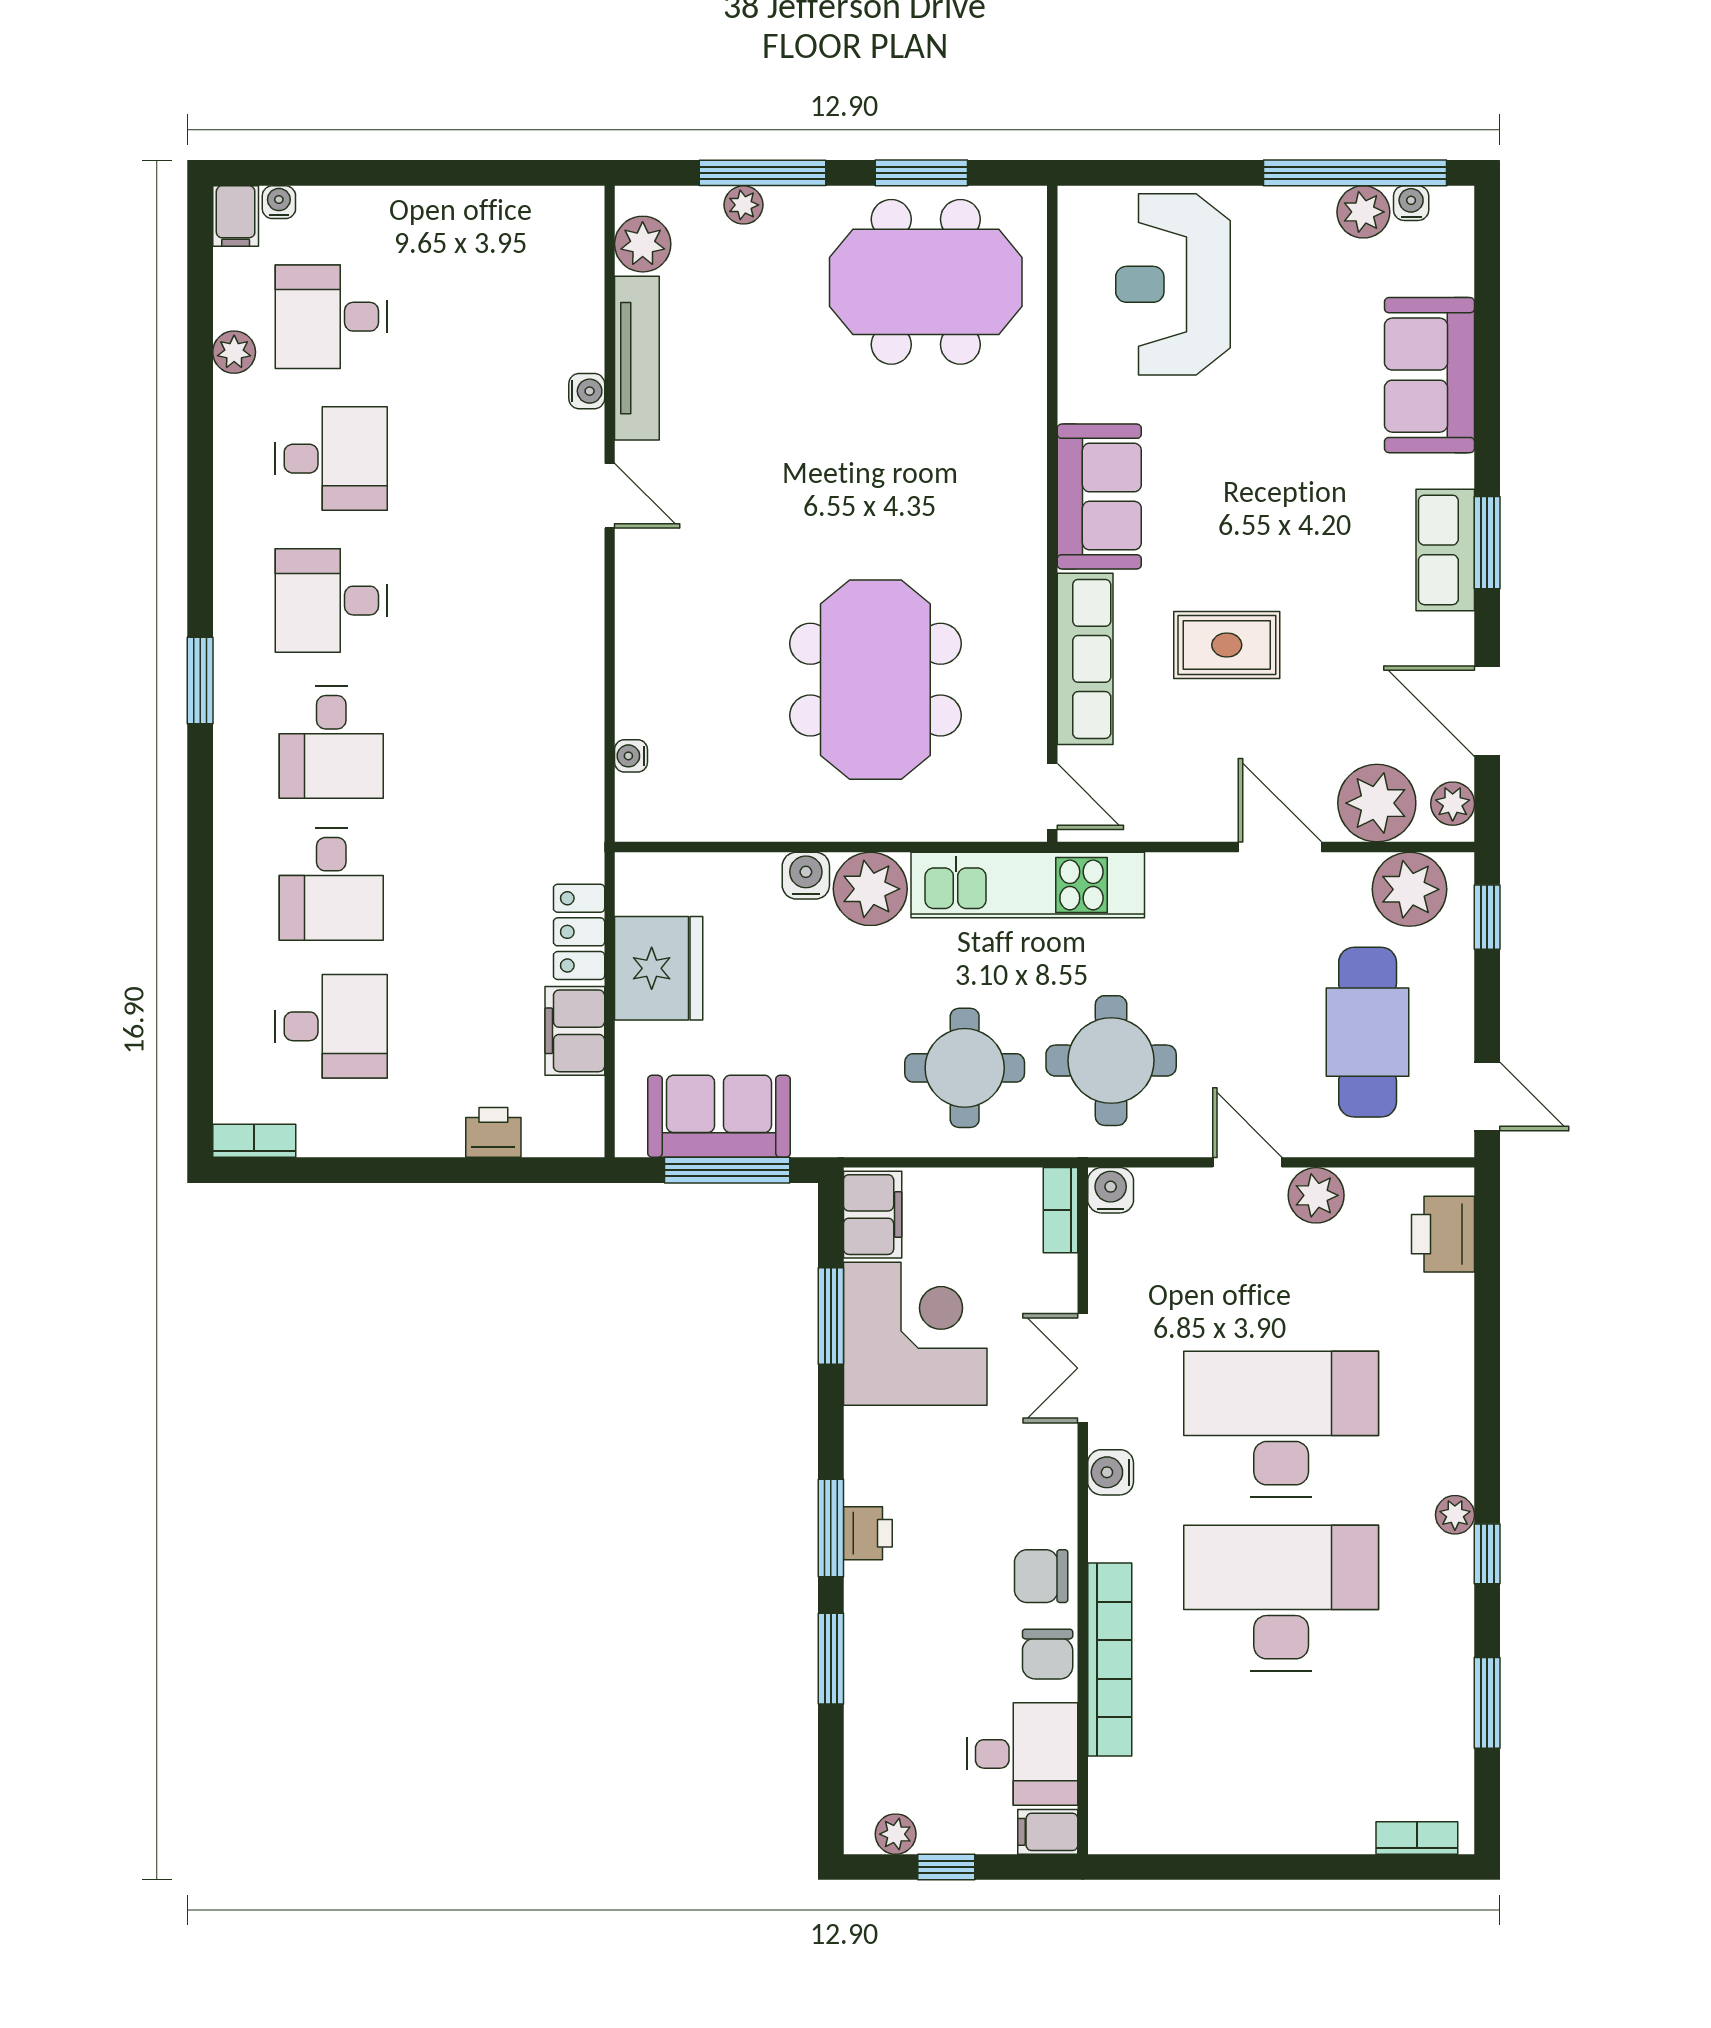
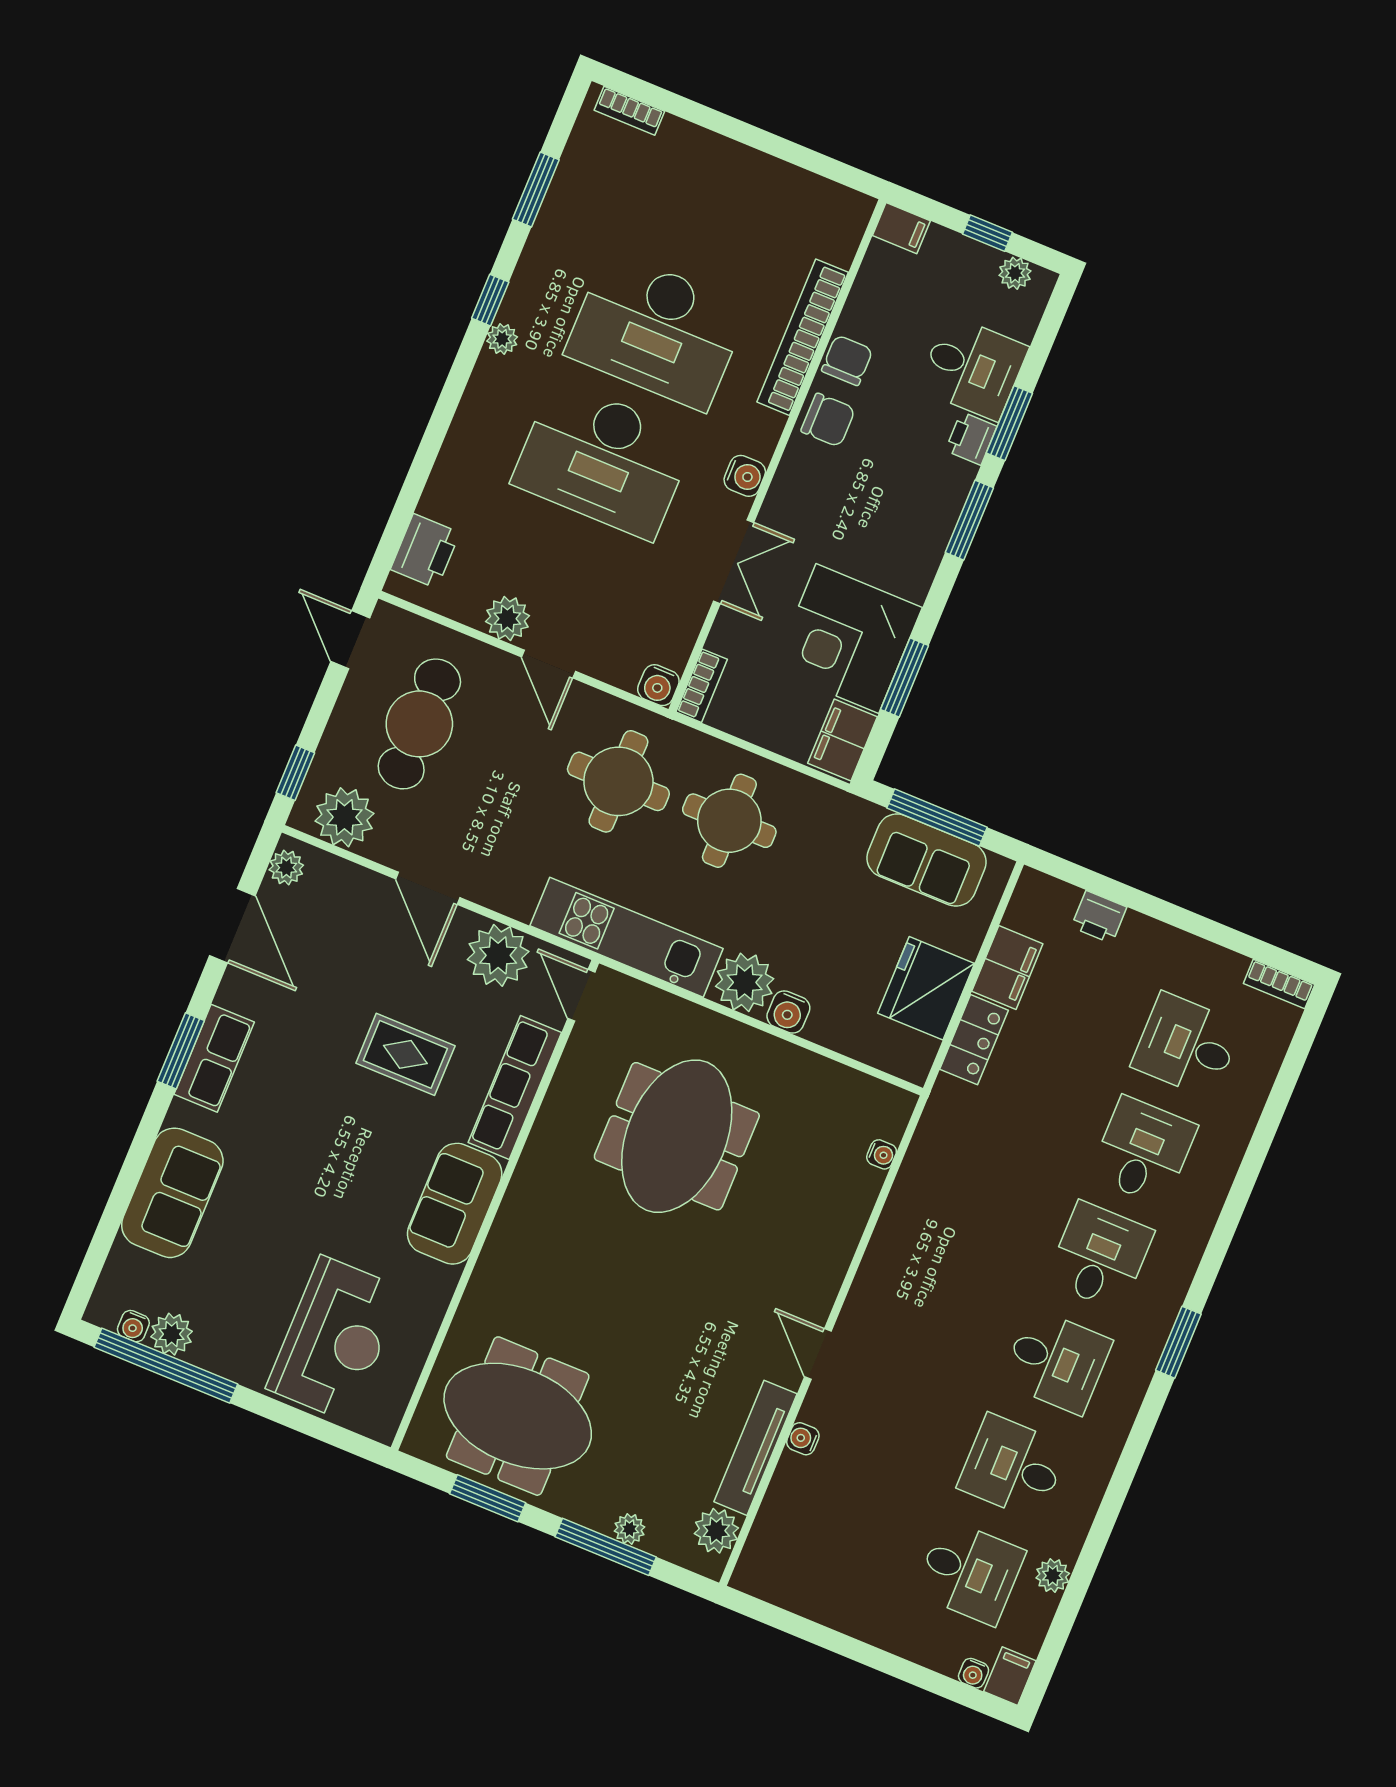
plant: (1377, 803) -> (498, 955), moved
printer: (868, 1533) -> (971, 438), moved
desk: (1022, 1754) -> (973, 368), moved, turned 180

